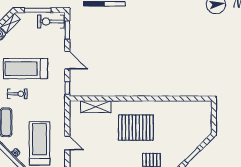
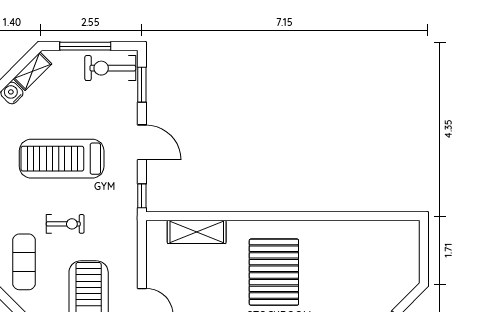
exercise bike: (17, 94) -> (65, 224), moved
pallet: (136, 128) -> (274, 272), turned 90

